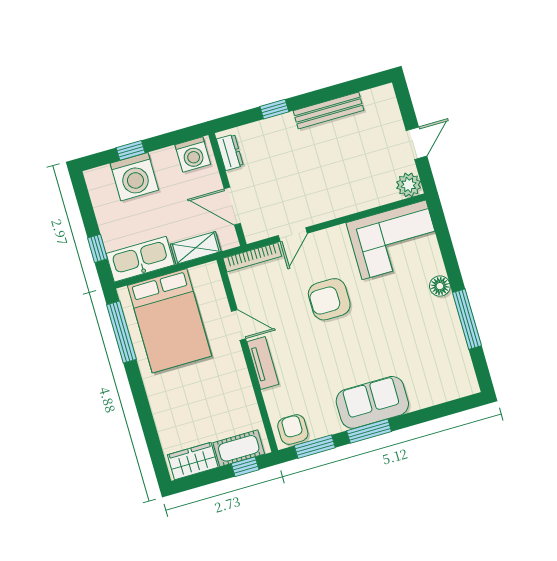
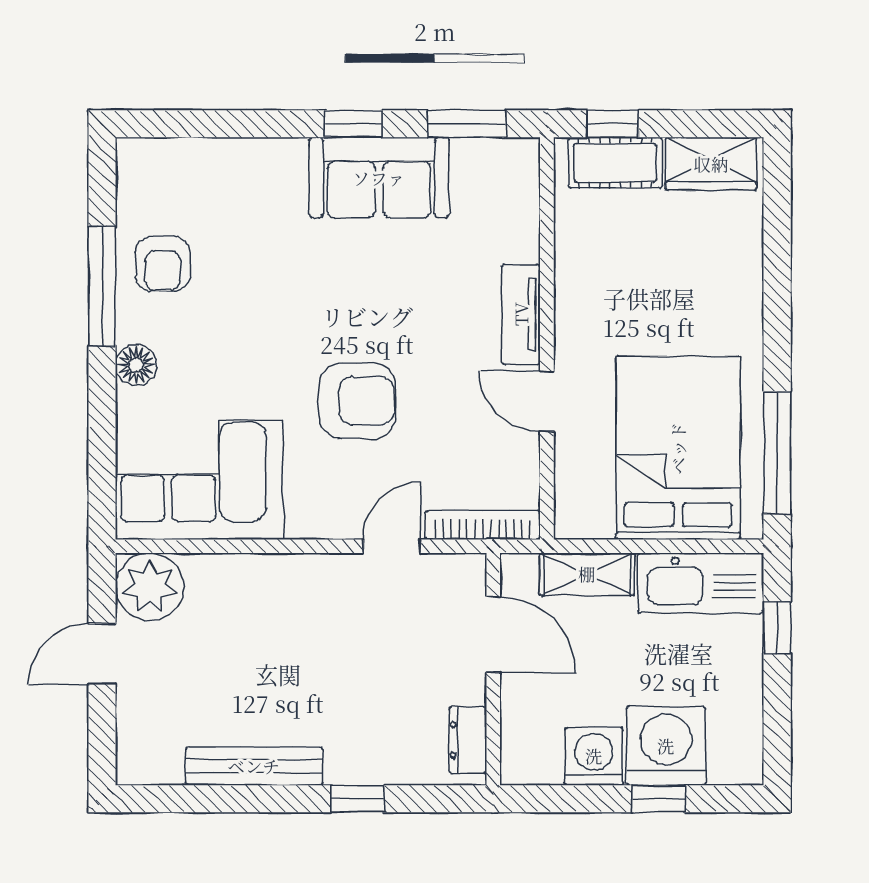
washing machine: (193, 154) -> (594, 756), moved
plant: (409, 185) -> (150, 587), width x1.36, depth x1.36
sofa: (372, 402) -> (379, 178), moved
armchair: (293, 430) -> (163, 264), moved
window: (369, 431) -> (353, 124), width x0.67

